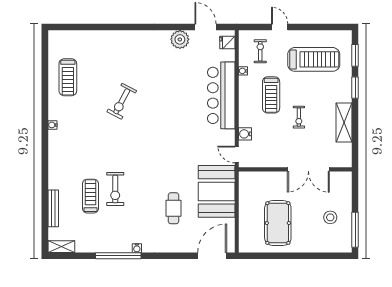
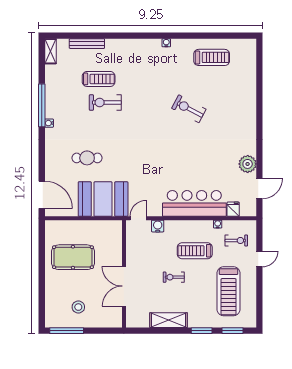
fridge: (227, 42) -> (233, 209), moved
treadmill: (68, 77) -> (212, 57), turned 180

